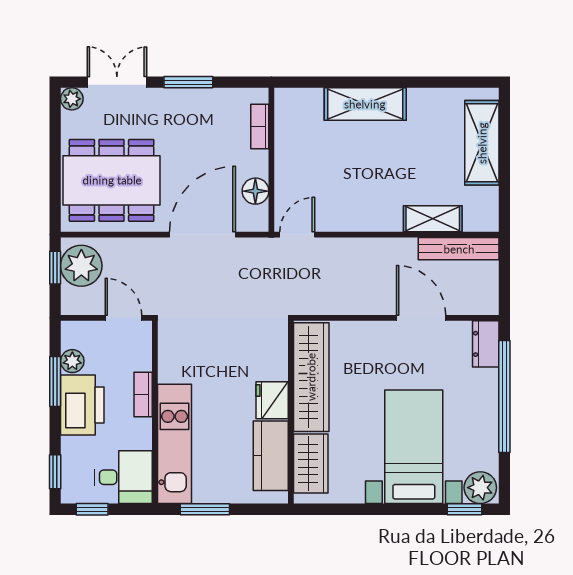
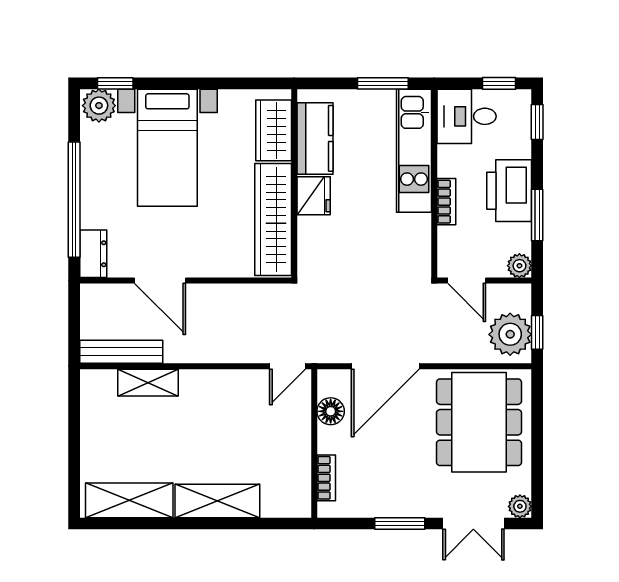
shelving: (482, 143) -> (129, 500), moved, turned 90
dining table: (112, 180) -> (479, 422), turned 90
plant: (72, 361) -> (519, 266), moved

